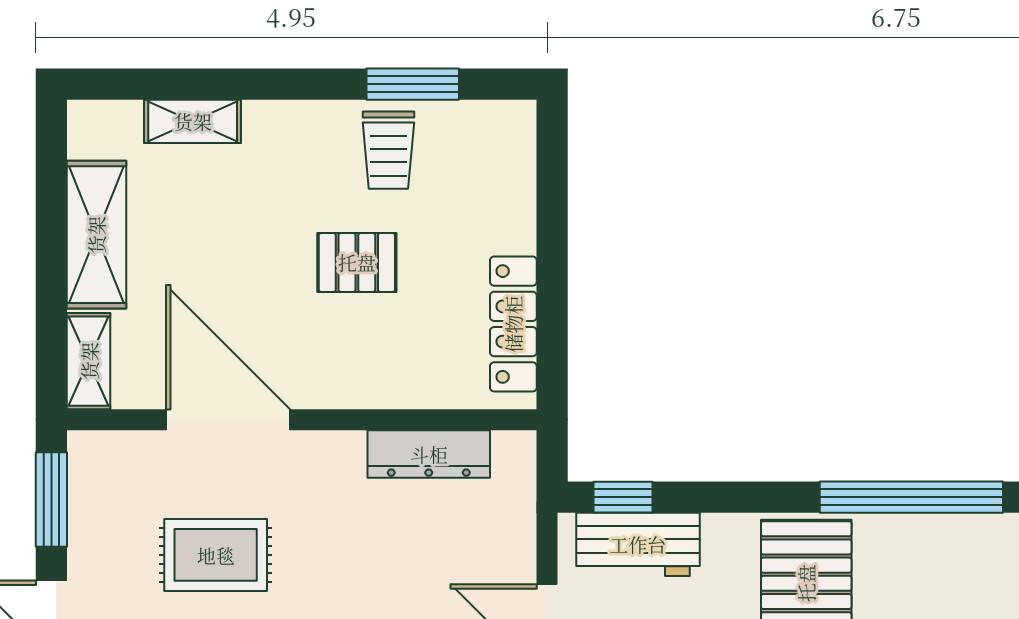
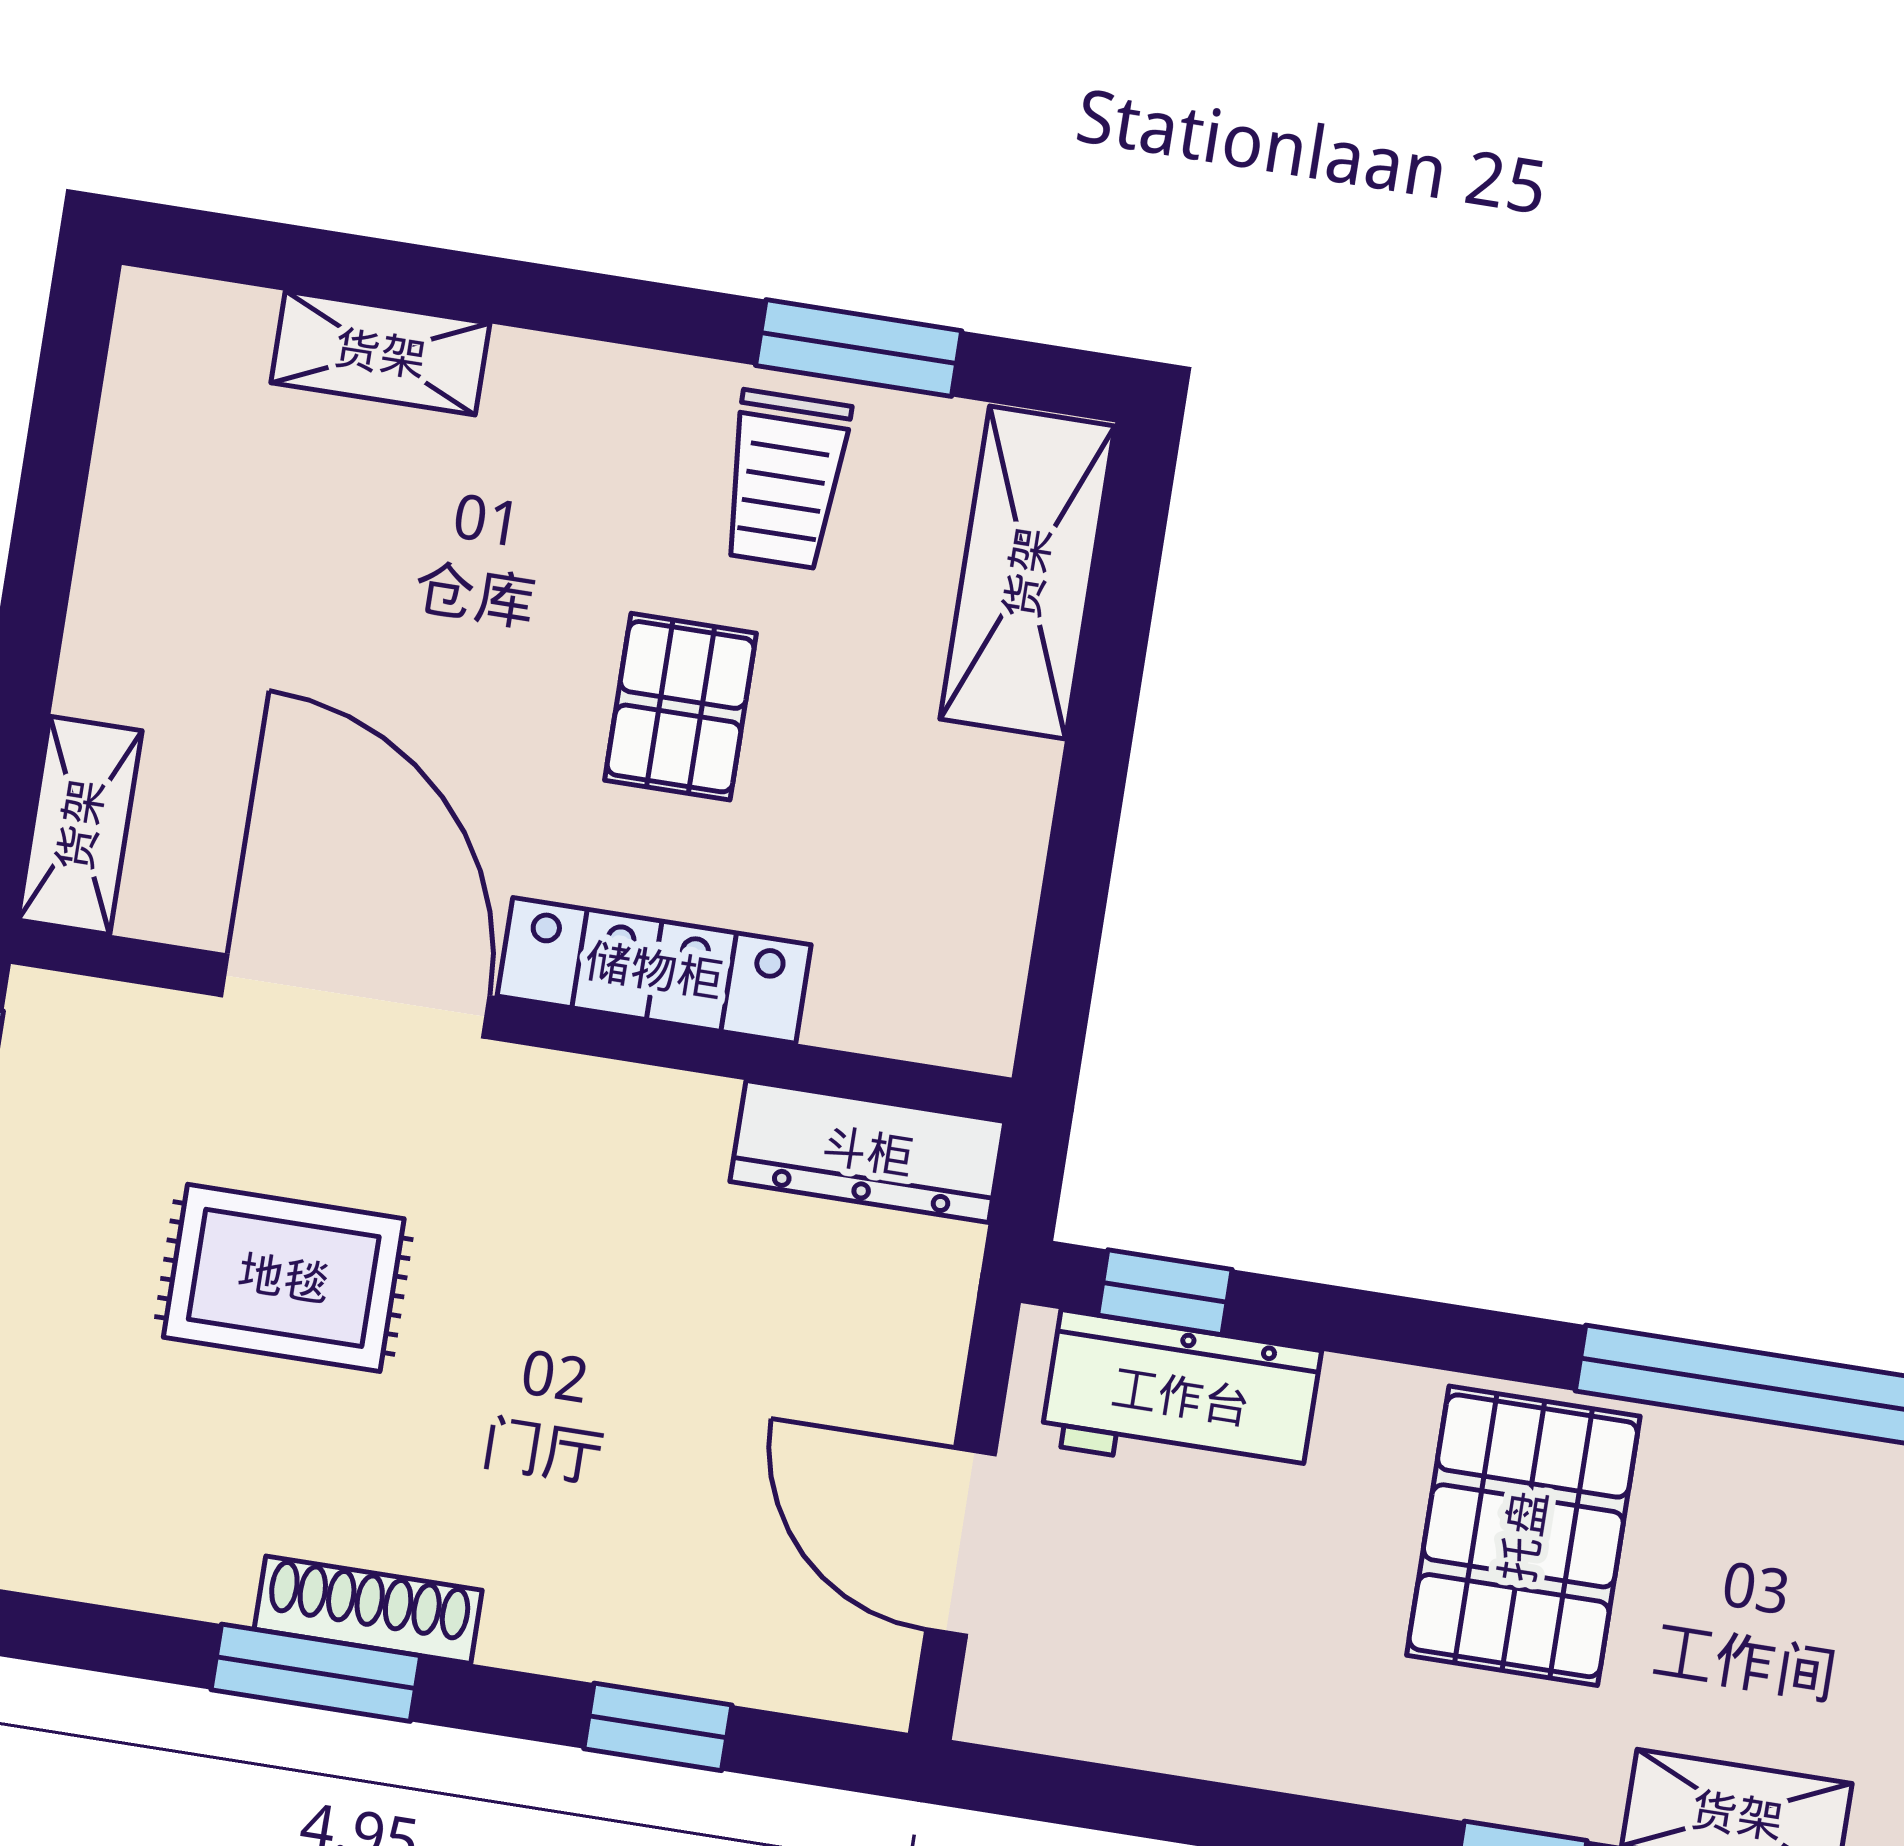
shelving: (96, 235) -> (1027, 573), moved
pallet: (357, 262) -> (681, 707), turned 90
locker: (513, 324) -> (654, 970), moved, turned 90
dresser: (429, 454) -> (867, 1151), moved

